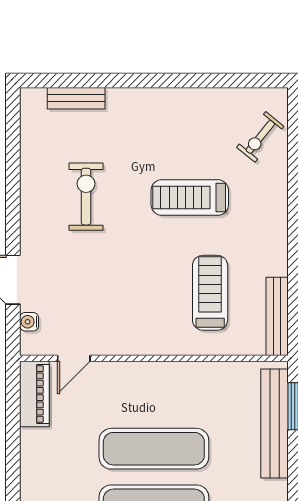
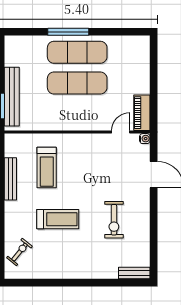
bench: (76, 98) -> (134, 273), moved
bench: (277, 316) -> (10, 179), moved
water cooler: (29, 322) -> (145, 139), moved

